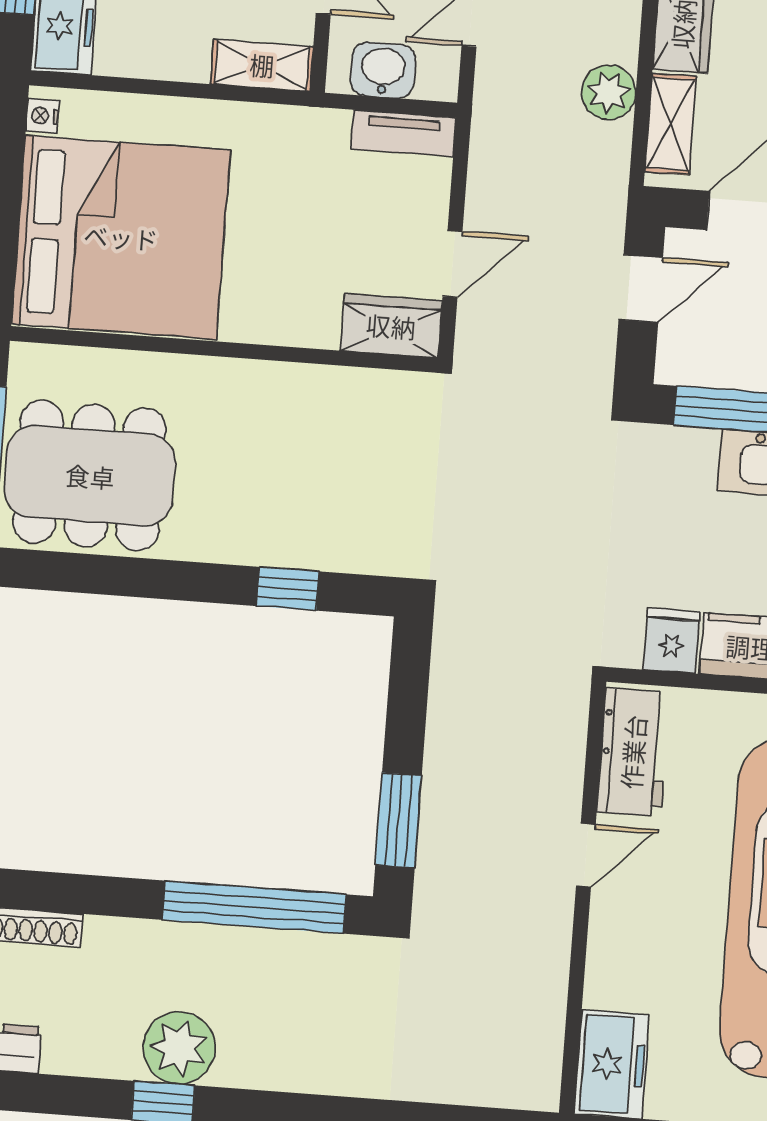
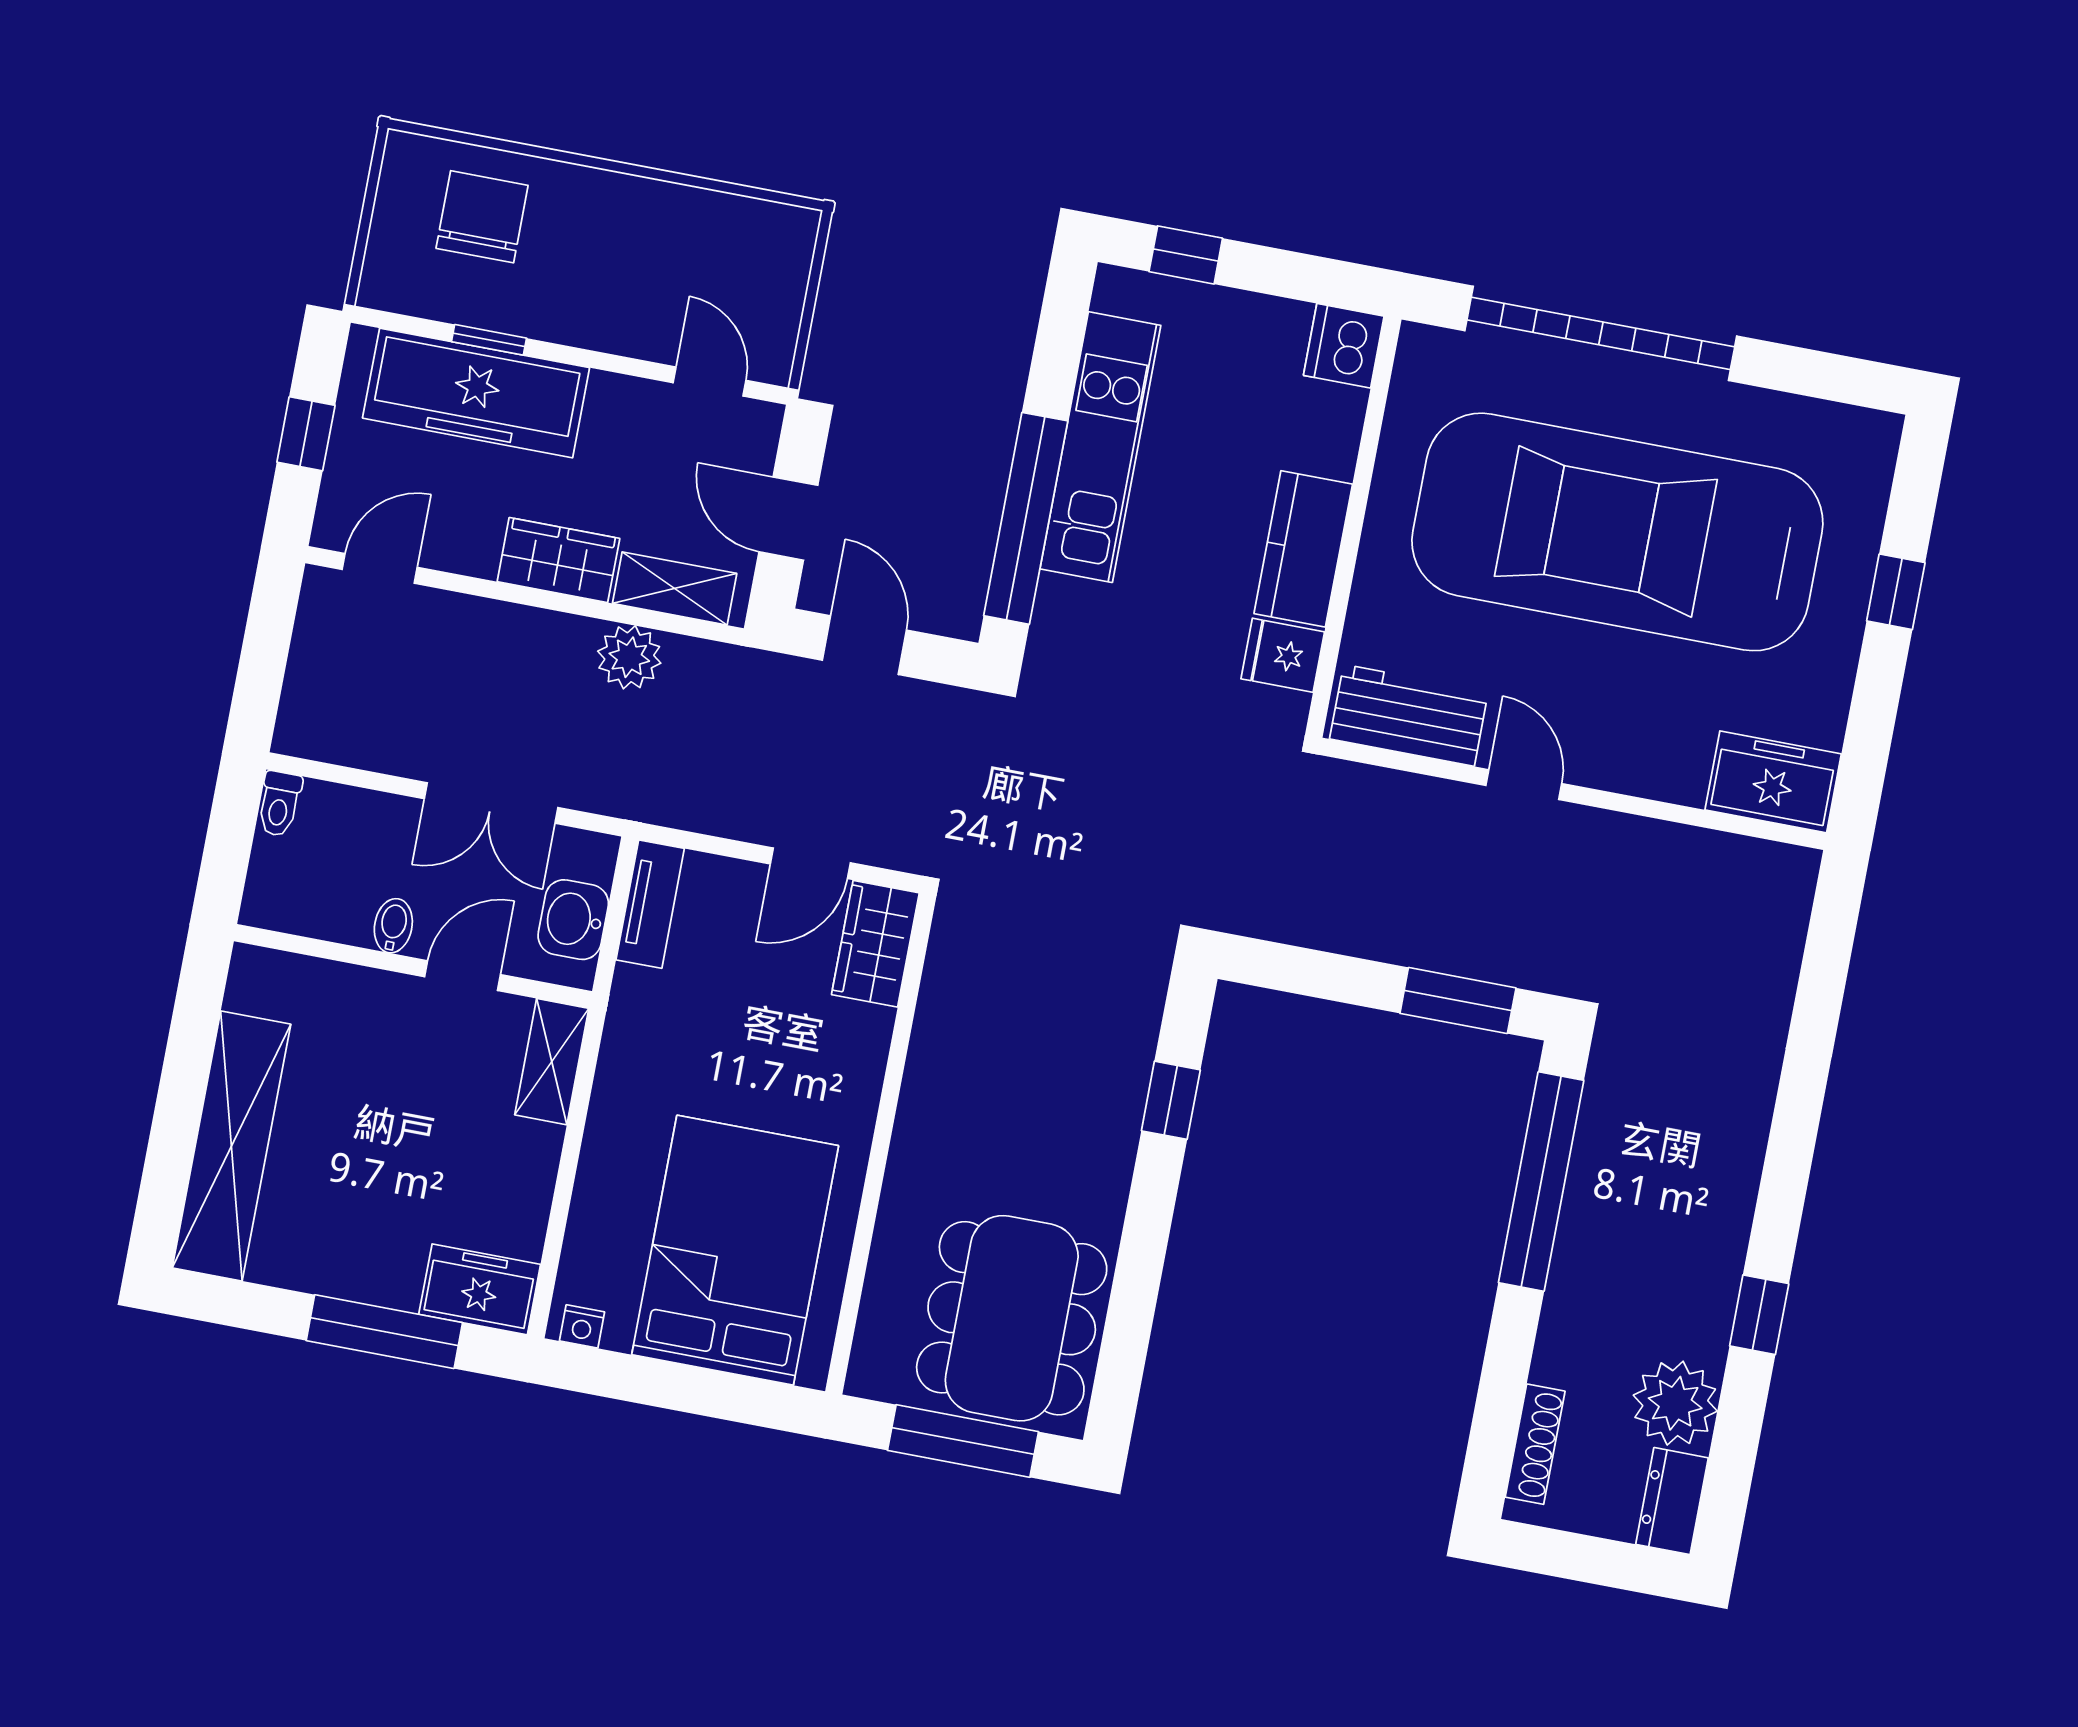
bed: (121, 237) -> (735, 1250), width x0.73
door: (453, 264) -> (810, 863), swing flipped
plant: (179, 1048) -> (1675, 1403), moved

